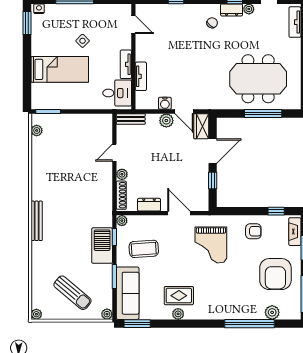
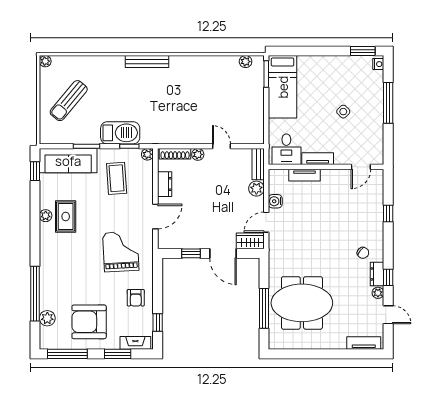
bed: (60, 69) -> (283, 87), moved
meeting table: (258, 79) -> (302, 303), turned 90
plant: (166, 121) -> (256, 189), moved
grand piano: (211, 245) -> (121, 252), turned 87
plant: (107, 314) -> (45, 138), removed
window: (137, 324) -> (35, 171), width x0.67

